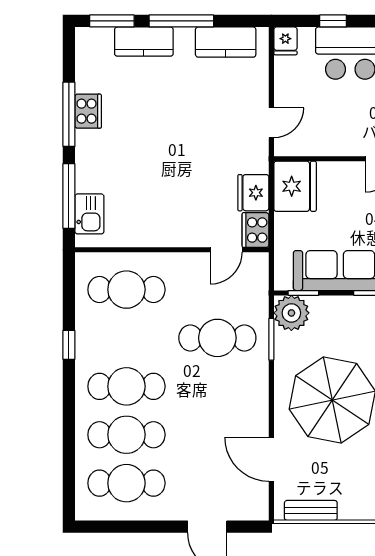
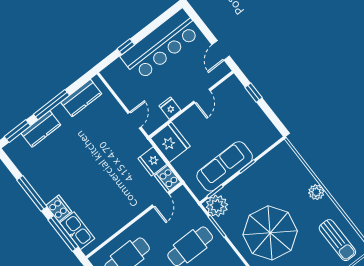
fridge: (285, 41) -> (170, 108), moved, turned 180
cooker: (88, 111) -> (59, 208), moved
kitchen sink: (89, 214) -> (77, 231), width x1.38

